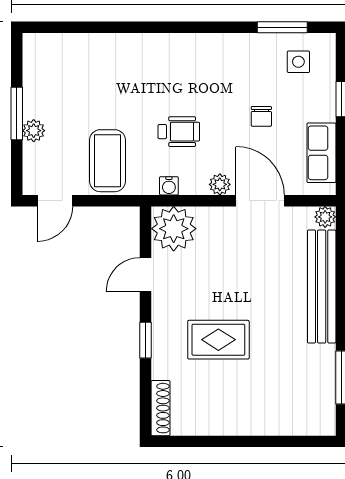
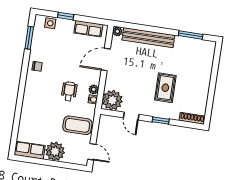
side table: (298, 62) -> (50, 23), moved
row of seats: (38, 65) -> (30, 150), added
window: (17, 114) -> (50, 163), removed
chair: (261, 116) -> (37, 66), moved
plant: (34, 131) -> (55, 151), width x1.88, depth x1.88
plant: (220, 184) -> (94, 89), moved

